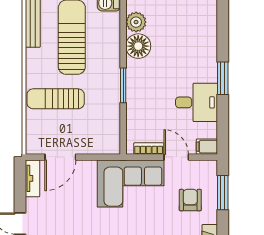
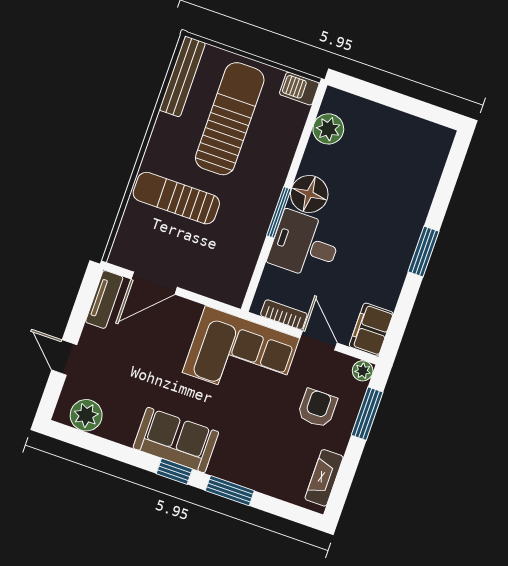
floor lamp: (138, 46) -> (309, 194), moved
desk: (197, 102) -> (305, 245), moved, turned 180
filing cabinet: (207, 147) -> (371, 330), width x2.00
plant: (211, 167) -> (363, 371), added

